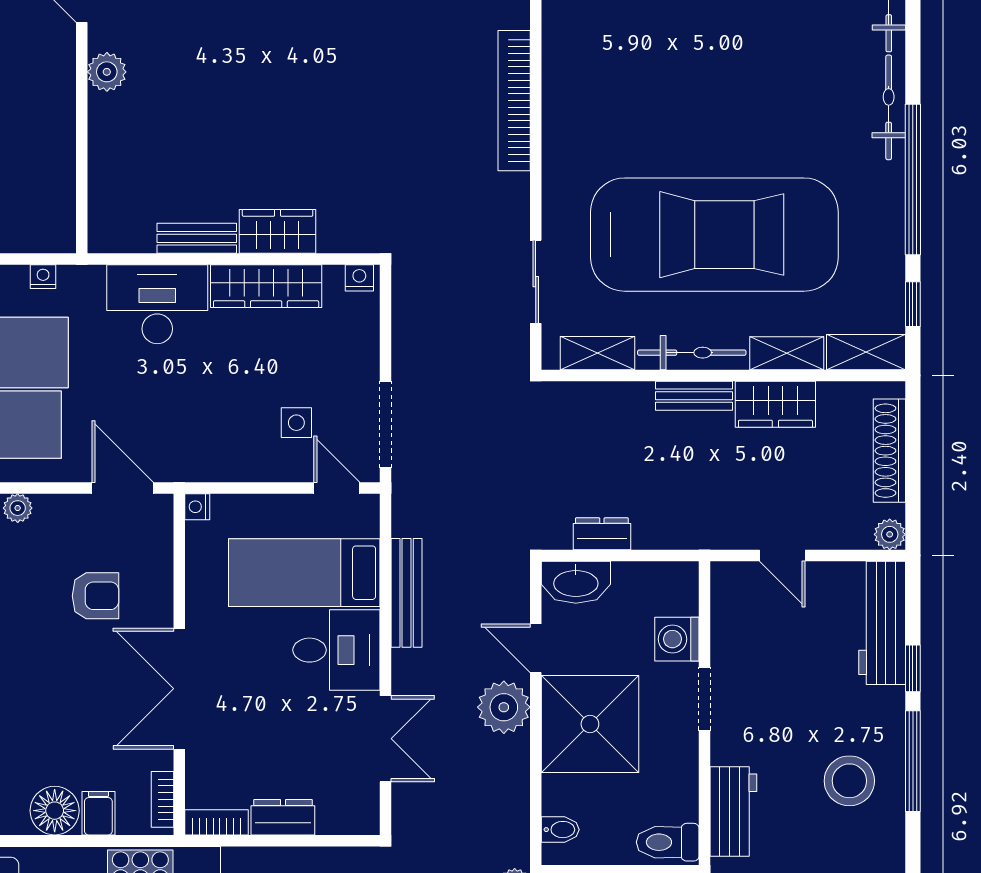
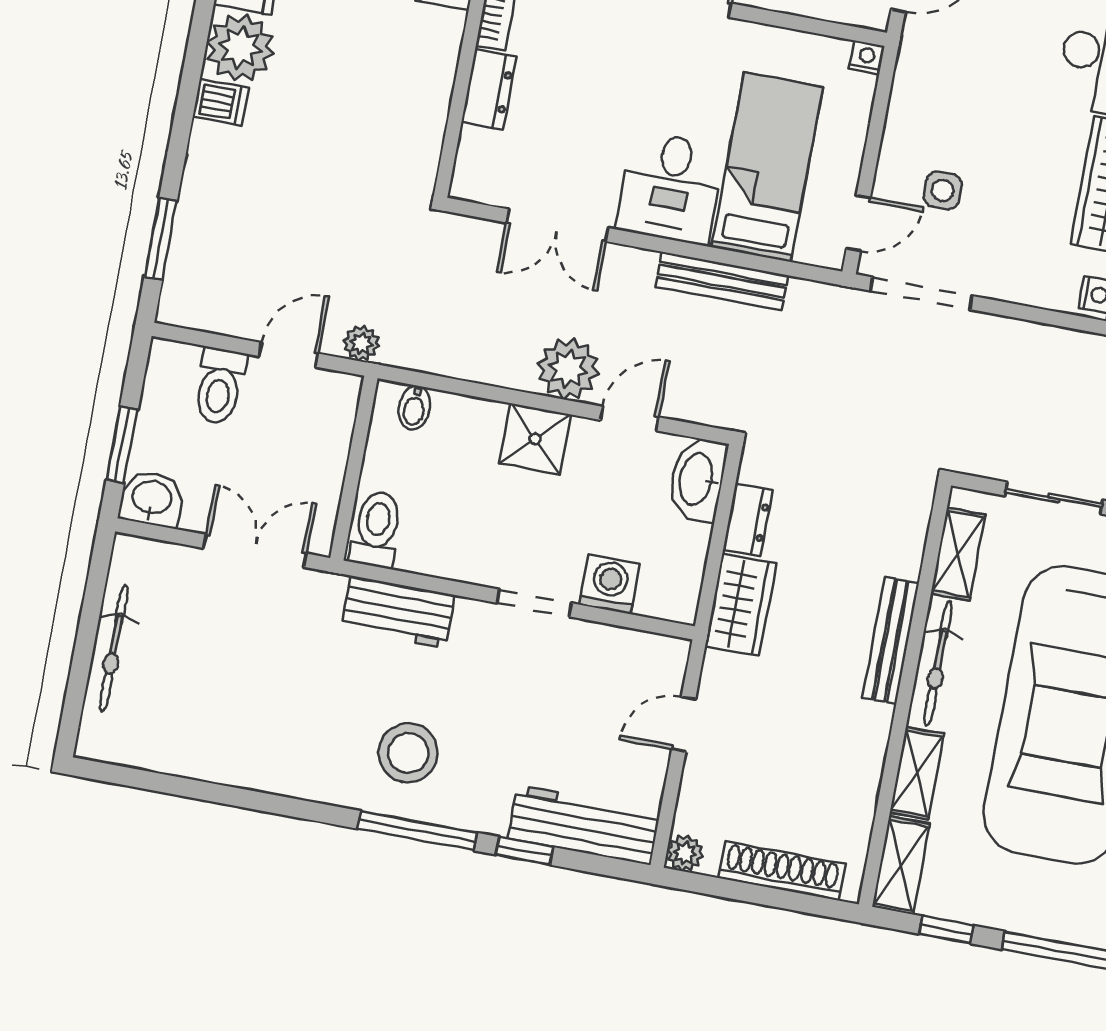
bench: (694, 396) -> (891, 640), width x1.36
wardrobe: (775, 404) -> (741, 605), moved, turned 180
shower: (590, 724) -> (535, 439), width x0.54, depth x0.54

